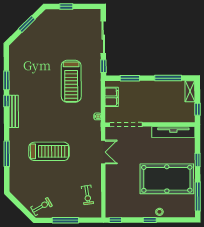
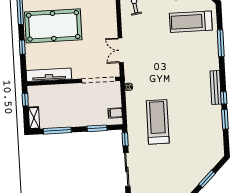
filing cabinet: (112, 97) -> (115, 113), width x0.50
treadmill: (49, 151) -> (191, 22), moved

